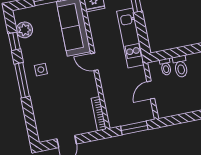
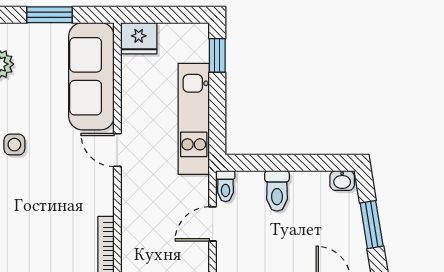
toilet: (166, 67) -> (226, 186), moved

